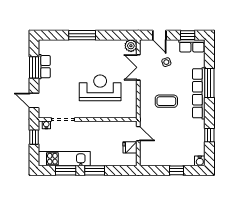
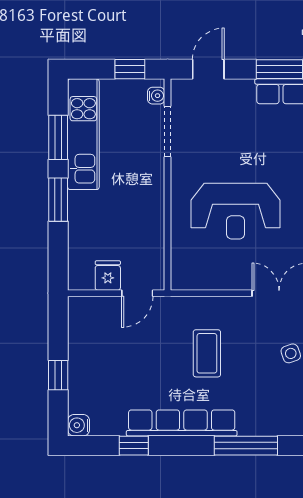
reception desk: (100, 88) -> (235, 211), turned 90
row of seats: (199, 93) -> (182, 423), moved

